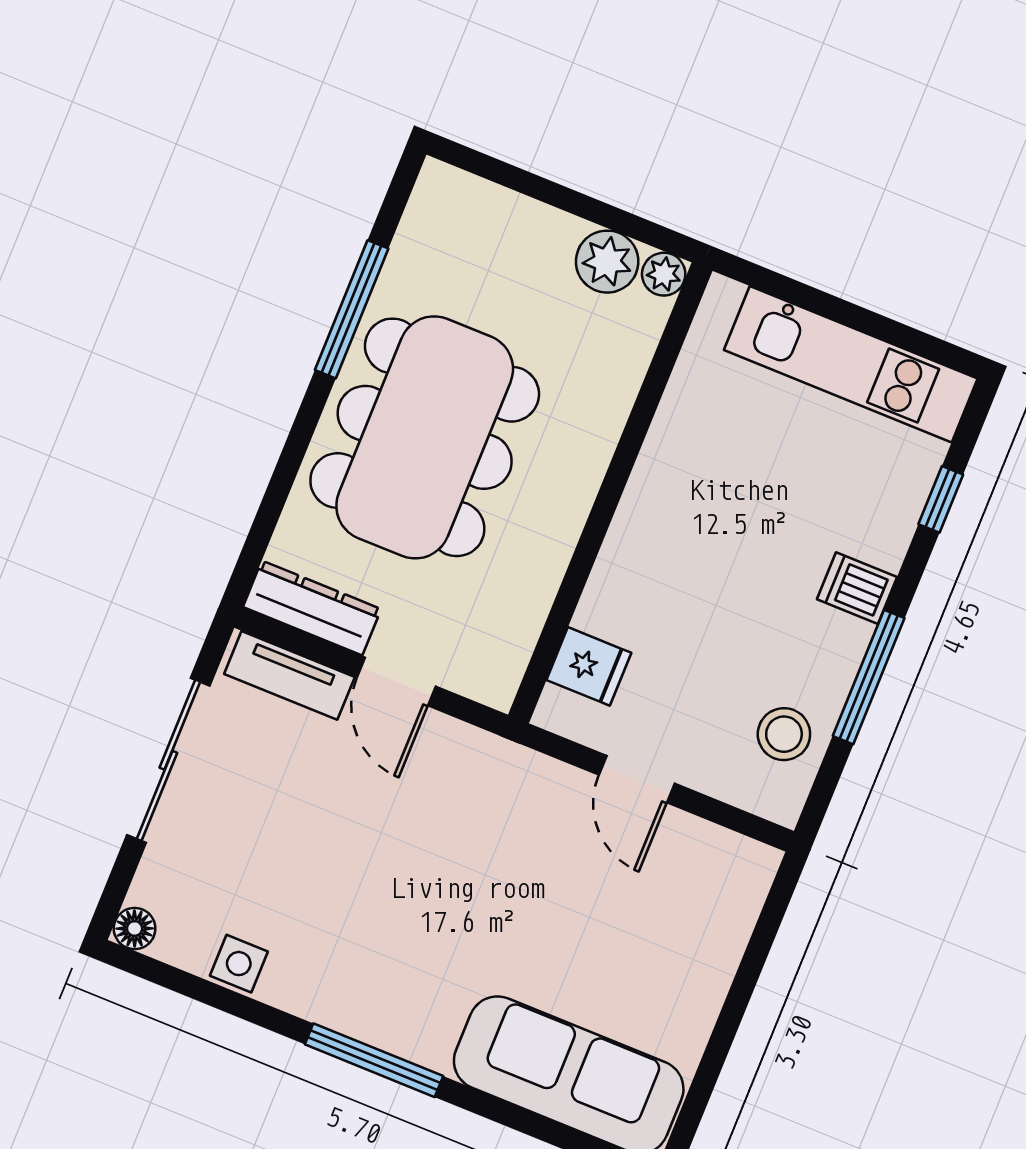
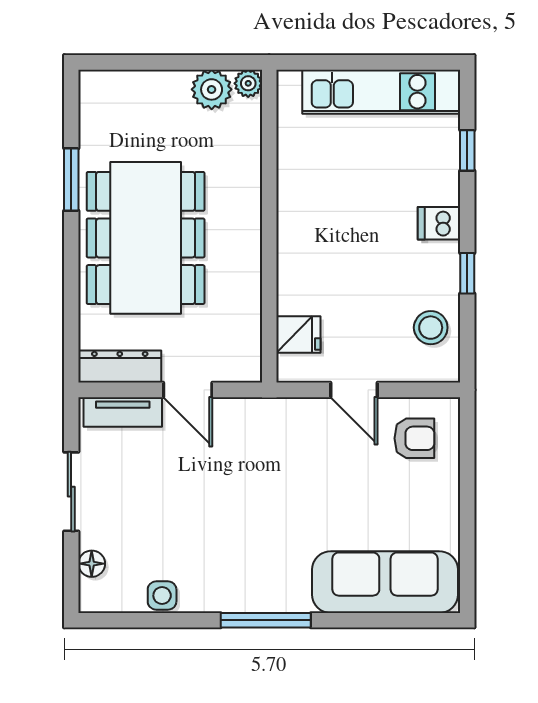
window: (352, 309) -> (71, 179), width x0.69
window: (869, 677) -> (467, 273), width x0.46
sliding door: (168, 760) -> (71, 492), width x0.73
armchair: (695, 884) -> (414, 438), added
floor lamp: (135, 929) -> (92, 564), moved

